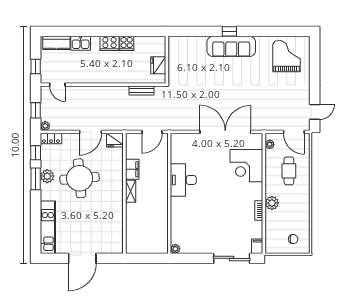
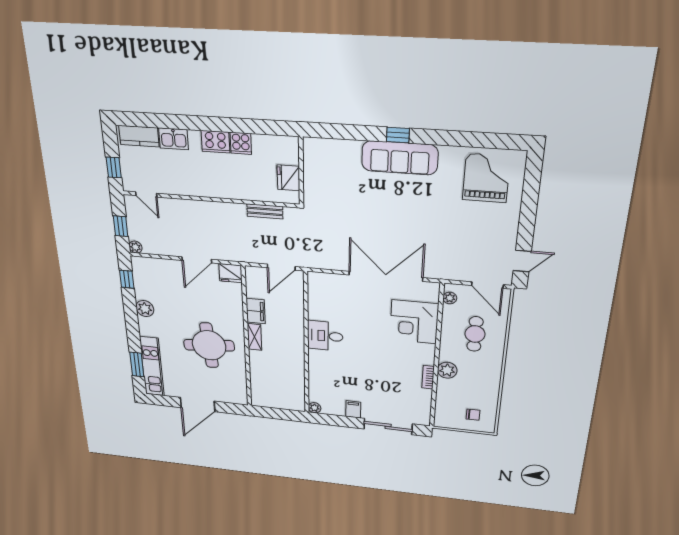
locker: (51, 138) -> (145, 263), removed
round table: (80, 178) -> (209, 345), moved
window: (36, 179) -> (137, 364), moved
desk: (183, 180) -> (325, 336), width x0.73
filing cabinet: (257, 246) -> (353, 409), moved

